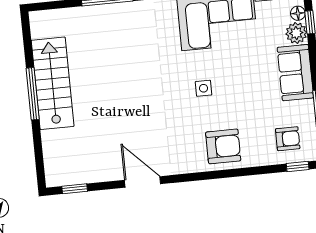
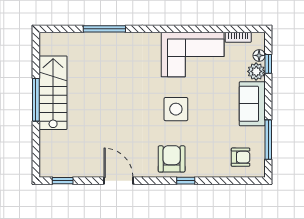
side table: (204, 88) -> (176, 109), width x1.87, depth x1.87
armchair: (223, 146) -> (172, 159), moved, turned -90
window: (298, 166) -> (186, 181), moved

